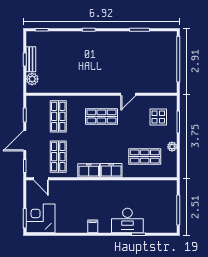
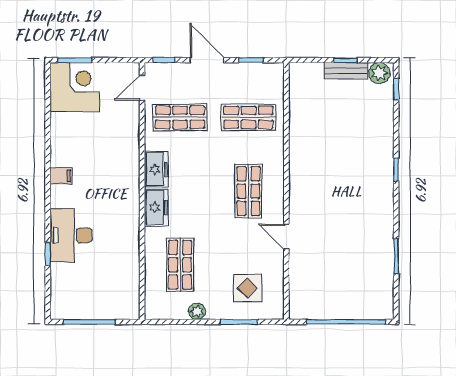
plant: (32, 79) -> (379, 73), moved

